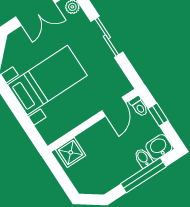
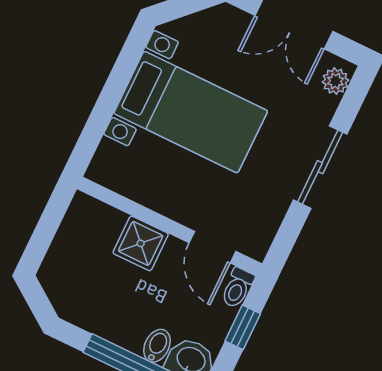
door: (114, 107) -> (212, 247), hinge flipped
shower: (71, 152) -> (141, 243), moved

